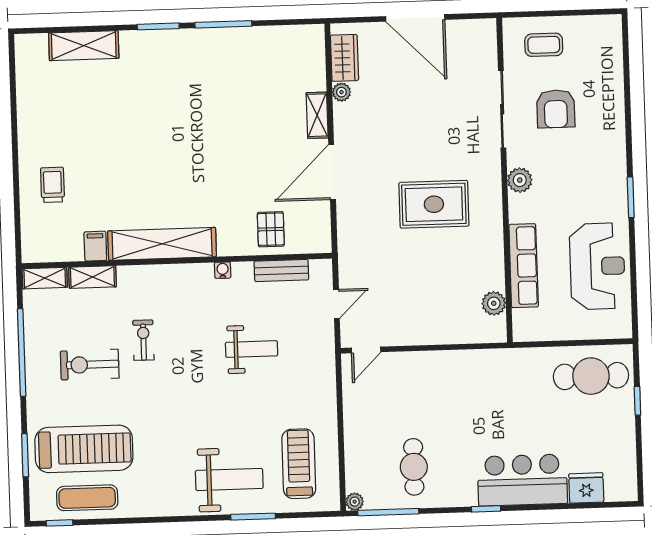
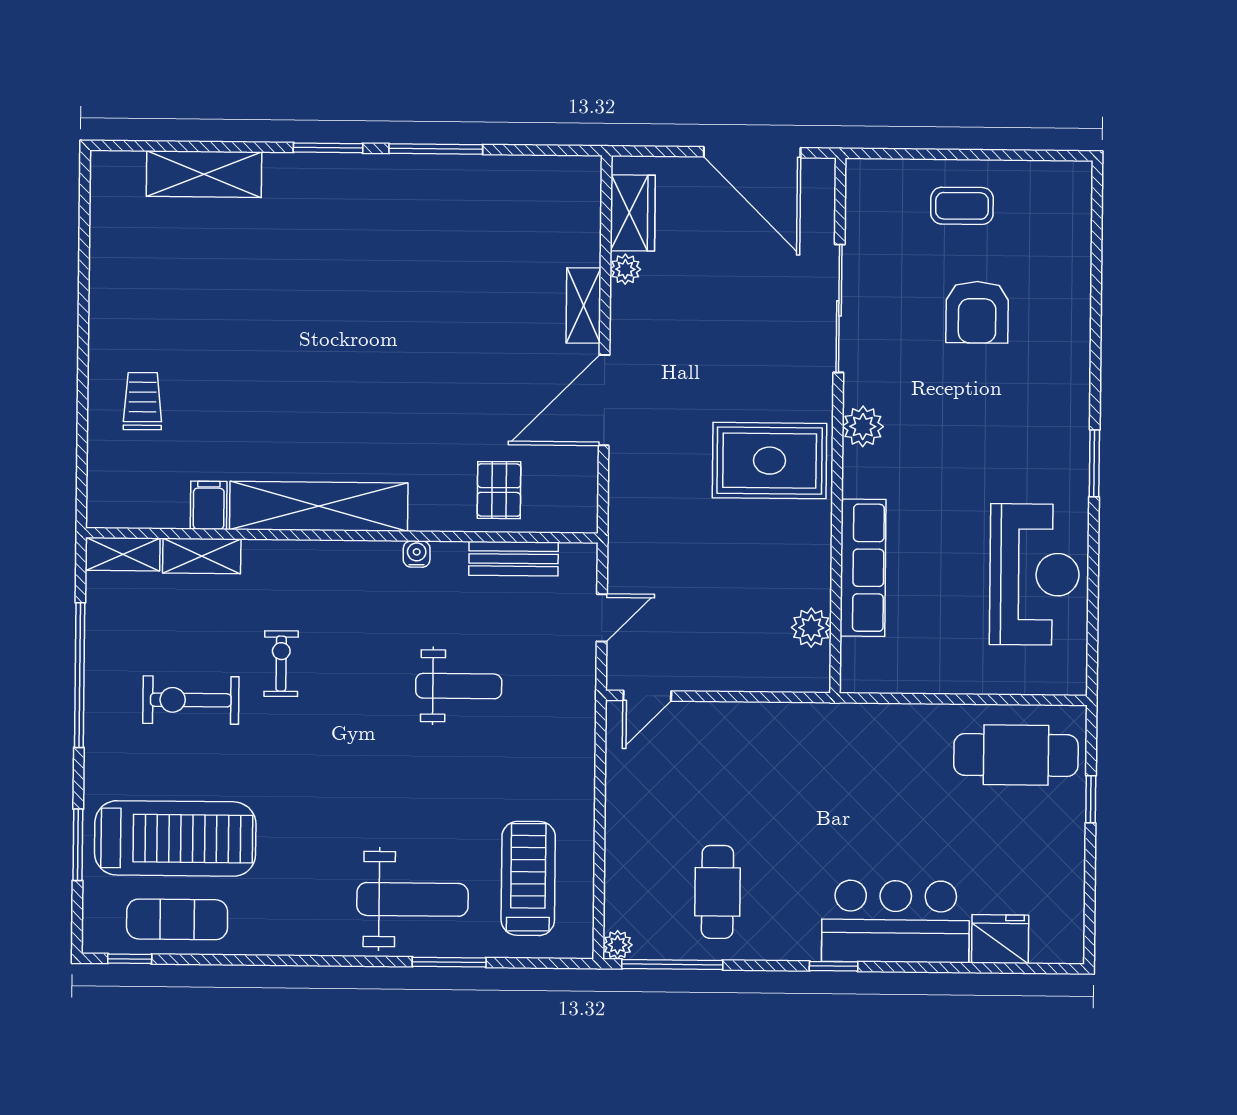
sliding door: (502, 109) -> (839, 308), moved
wall: (505, 180) -> (838, 425), moved
plant: (520, 180) -> (863, 426), moved
row of seats: (524, 266) -> (863, 568), moved
plant: (494, 303) -> (811, 628), moved

